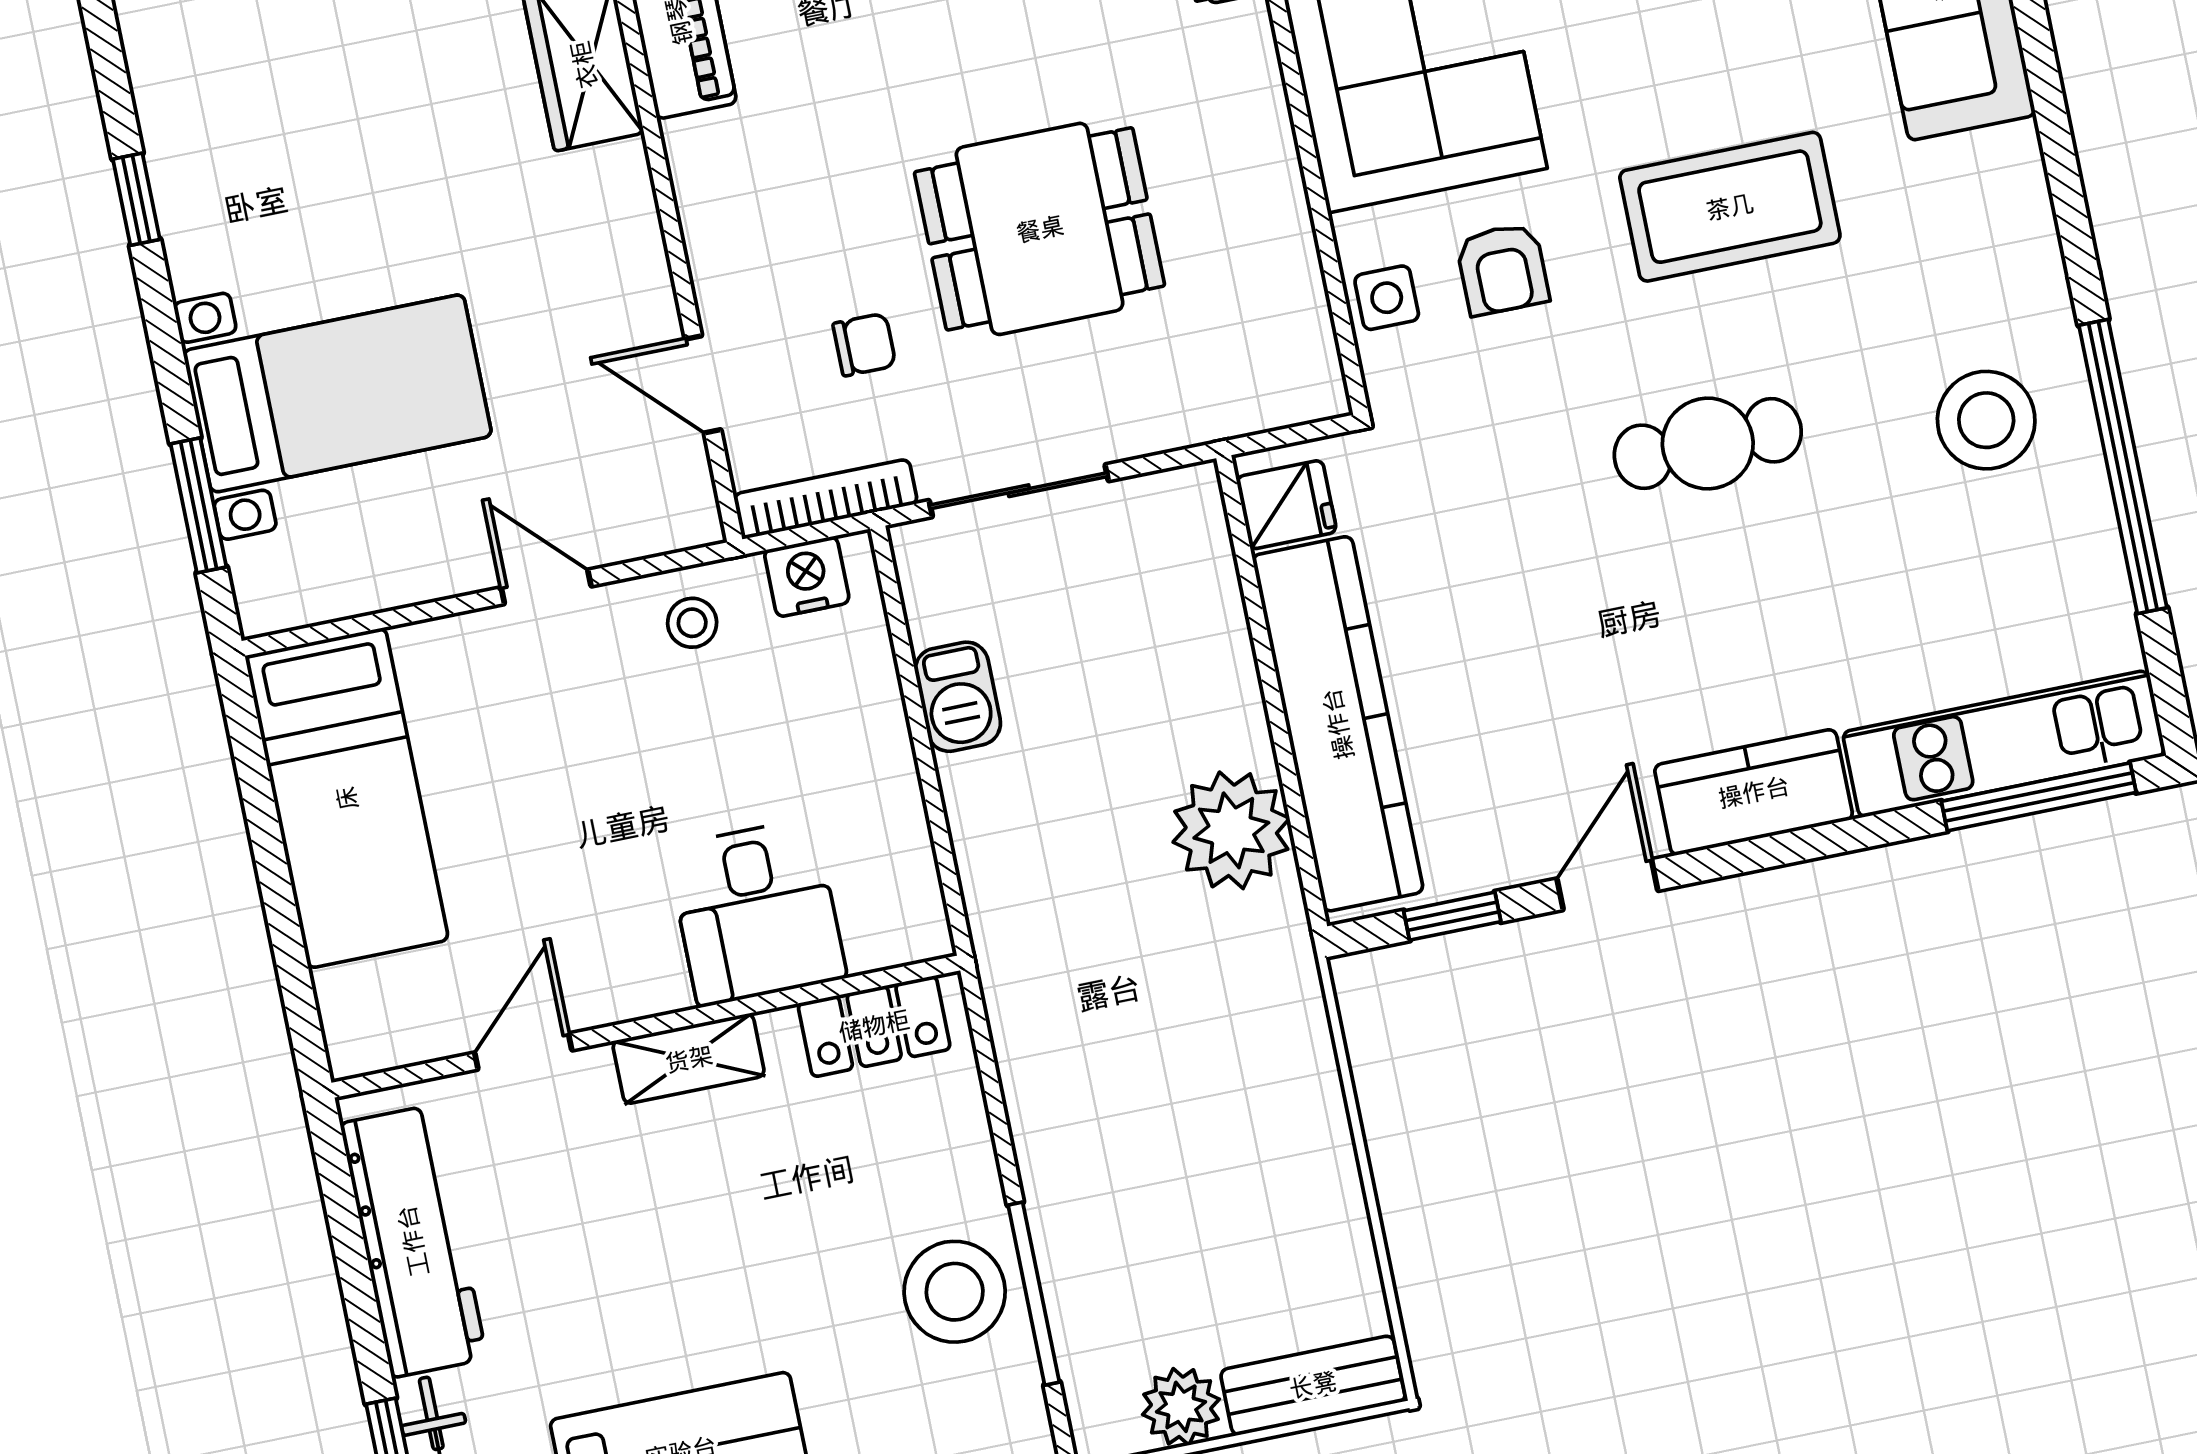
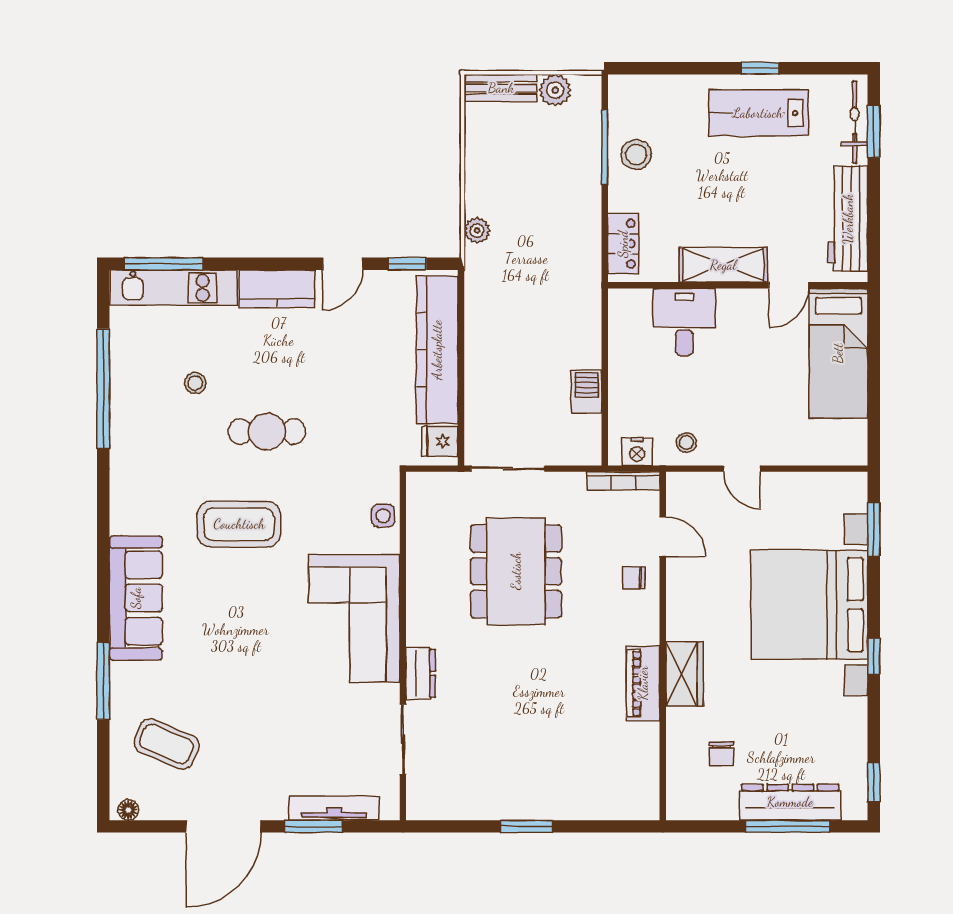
dining table: (1040, 229) -> (516, 571), width x1.37
armchair: (1502, 269) -> (335, 518), removed
chair: (864, 345) -> (634, 578), moved
bed with nightstands: (337, 393) -> (809, 605), width x1.85
stool: (1986, 420) -> (195, 383), moved, width x0.53, depth x0.53
sliding door: (1019, 491) -> (508, 469), moved
bed: (347, 798) -> (838, 353), moved, turned 180
plant: (1231, 830) -> (477, 230), moved, width x0.53, depth x0.53
locker: (874, 1026) -> (623, 244), moved, turned 90
shelving: (689, 1059) -> (723, 265), width x1.50, depth x1.33
stool: (955, 1292) -> (636, 154), width x0.73, depth x0.73

